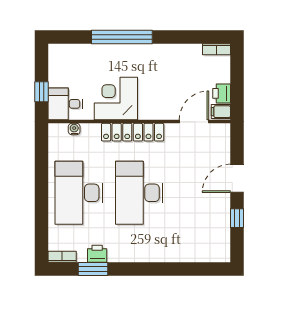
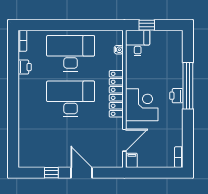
printer: (222, 93) -> (176, 96), moved, turned -90
corner desk: (116, 98) -> (142, 105), moved
door: (194, 122) -> (124, 140), hinge flipped
window: (93, 269) -> (13, 64), removed

